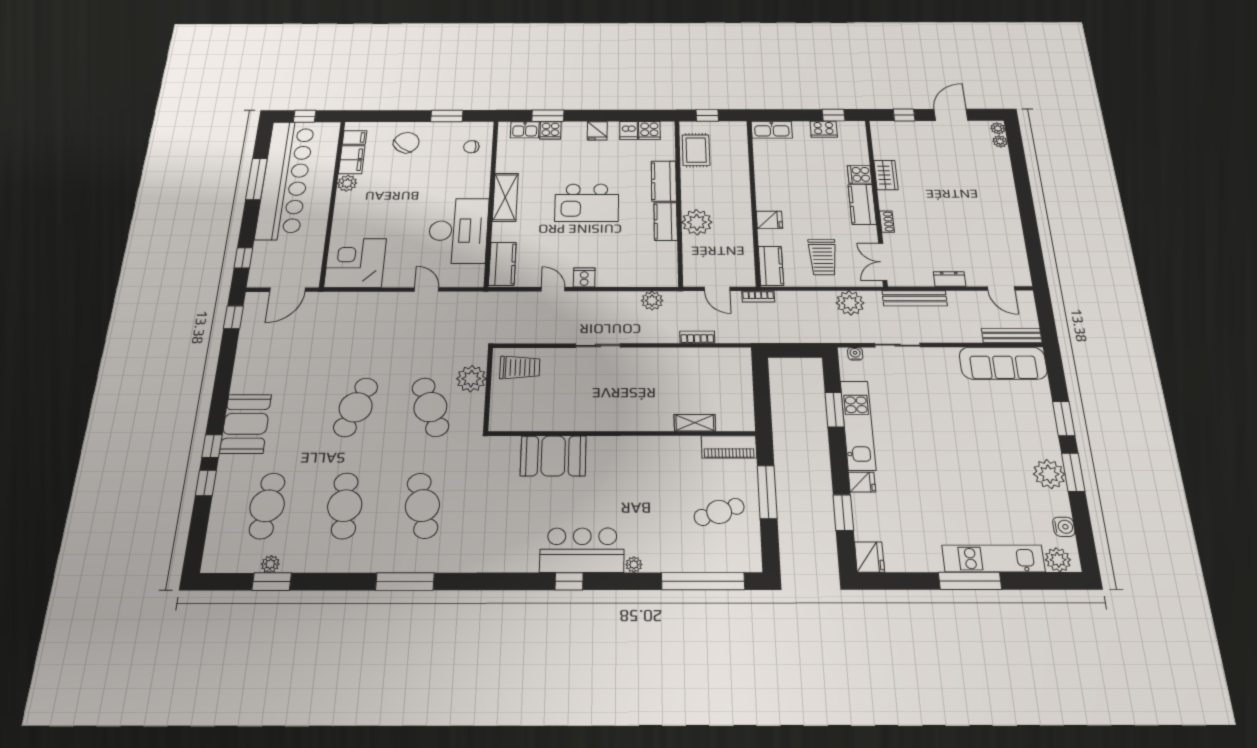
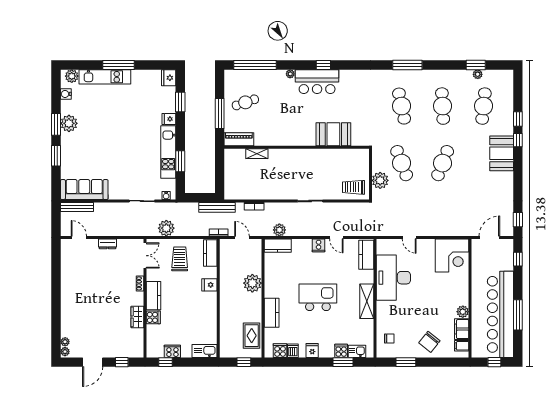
kitchen counter: (666, 221) -> (278, 246), moved, turned 90
bench: (915, 298) -> (217, 207), moved

